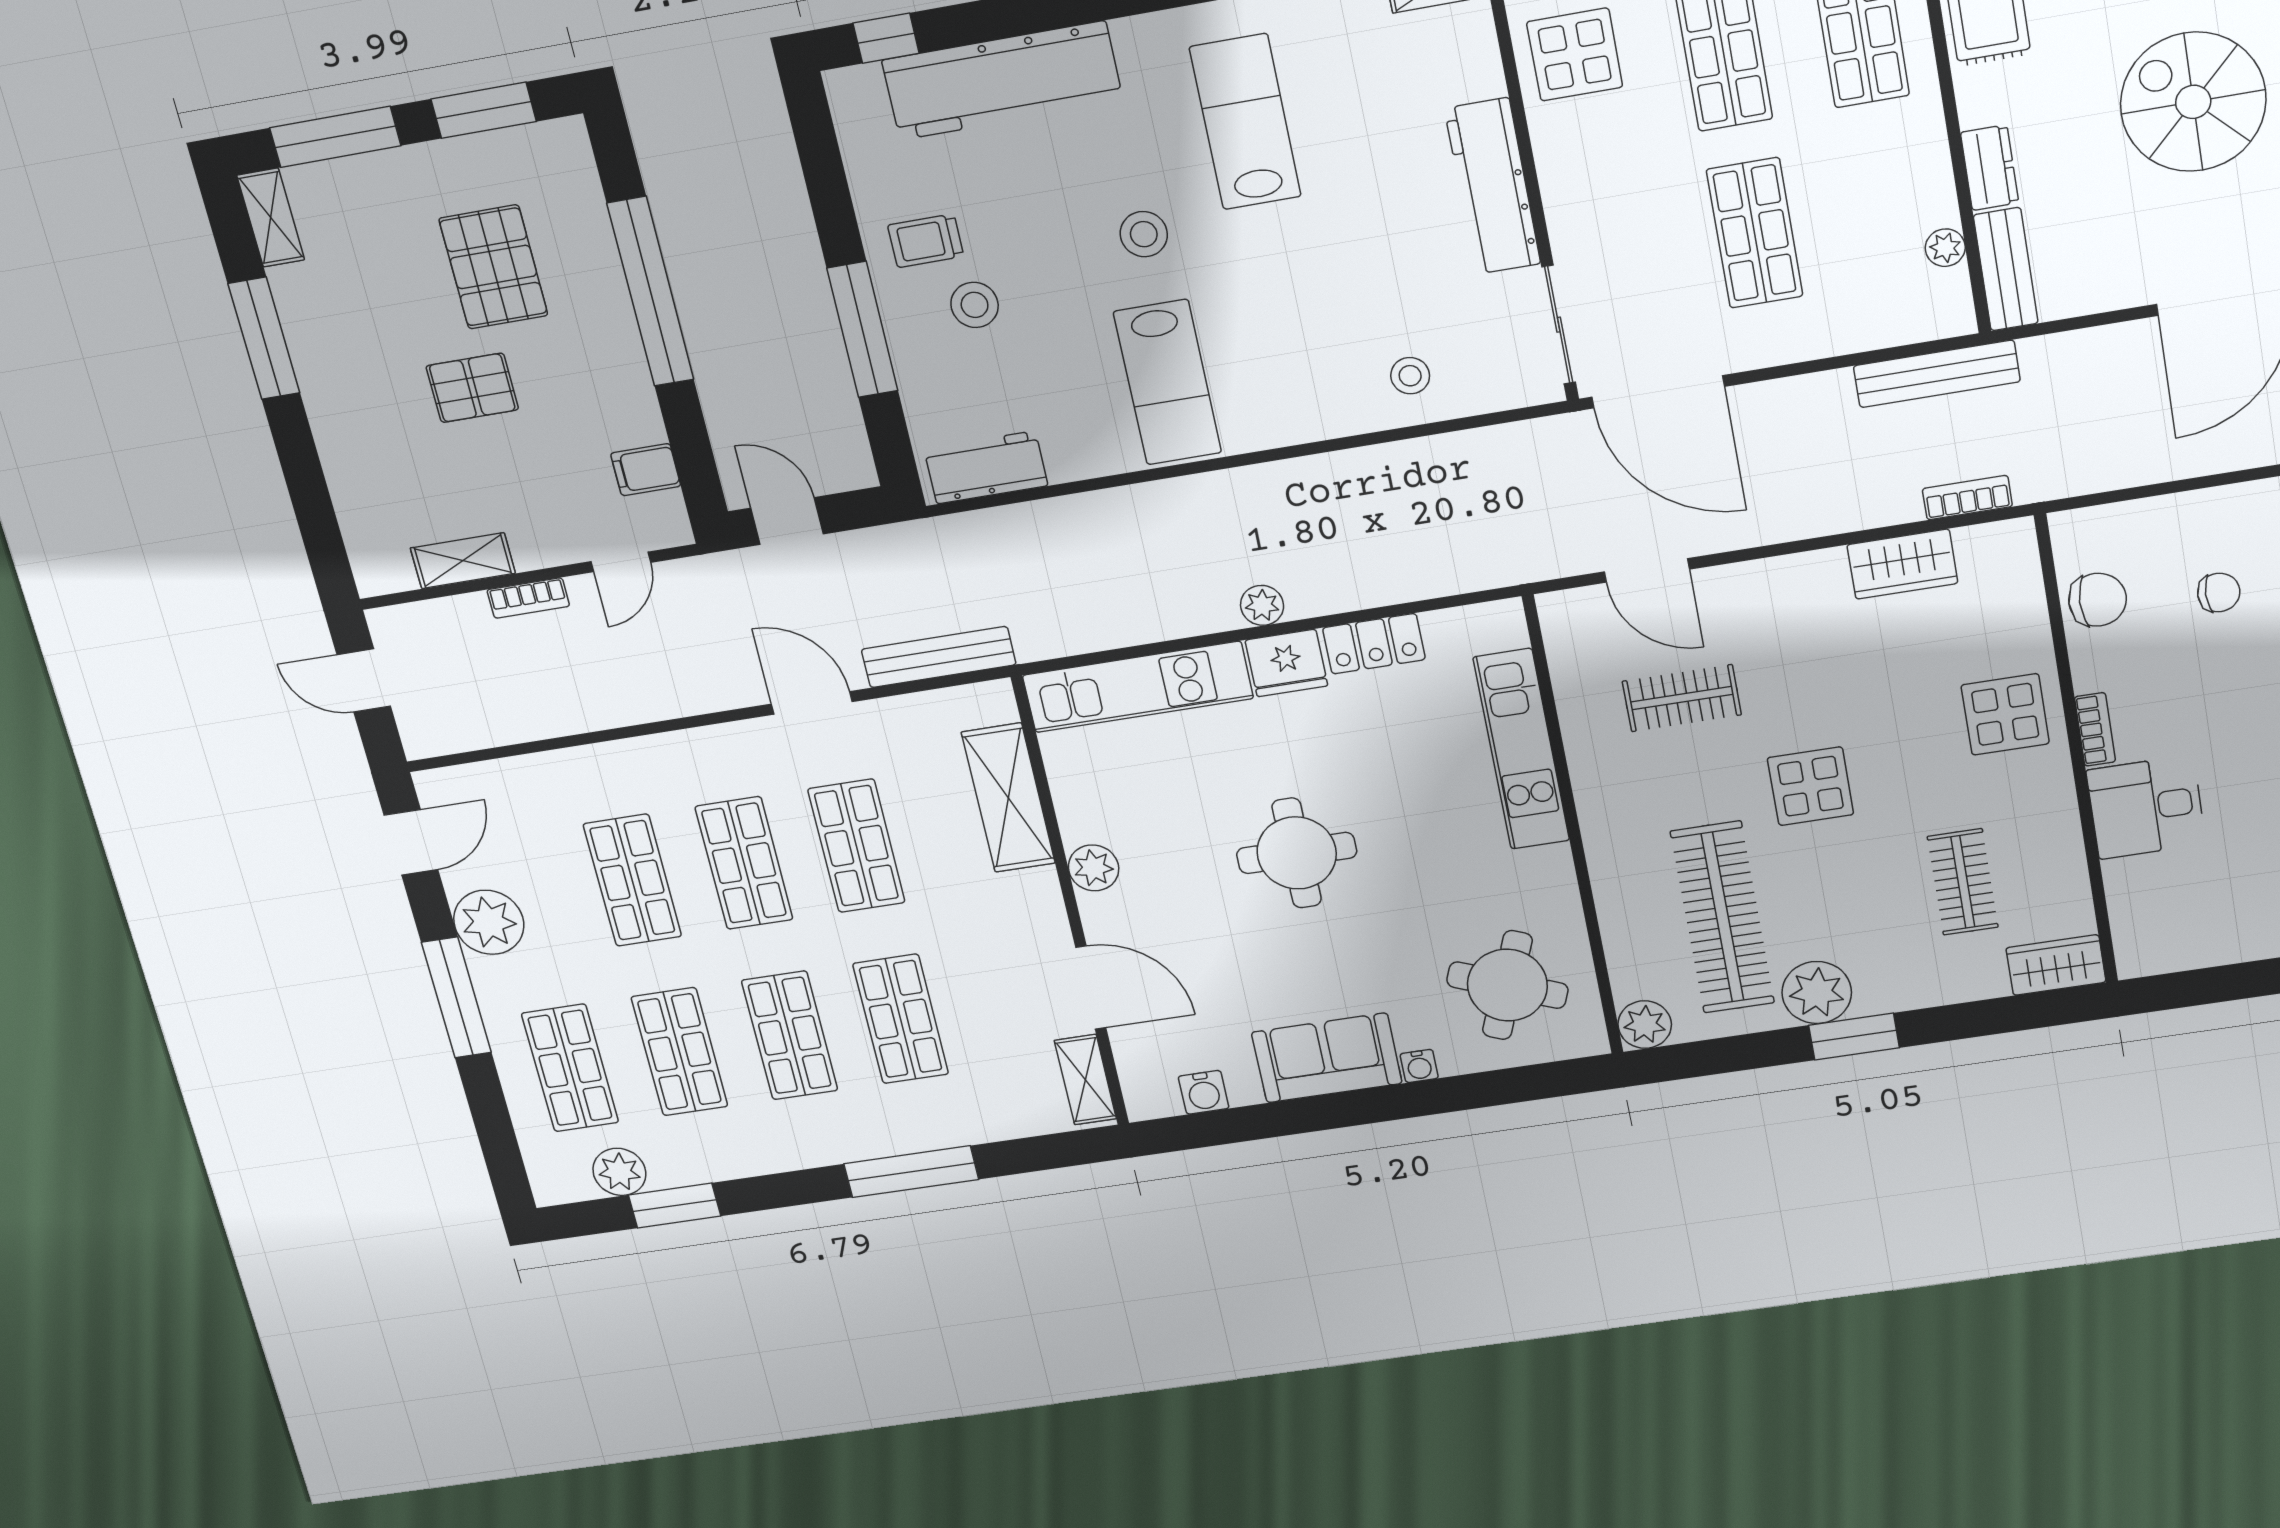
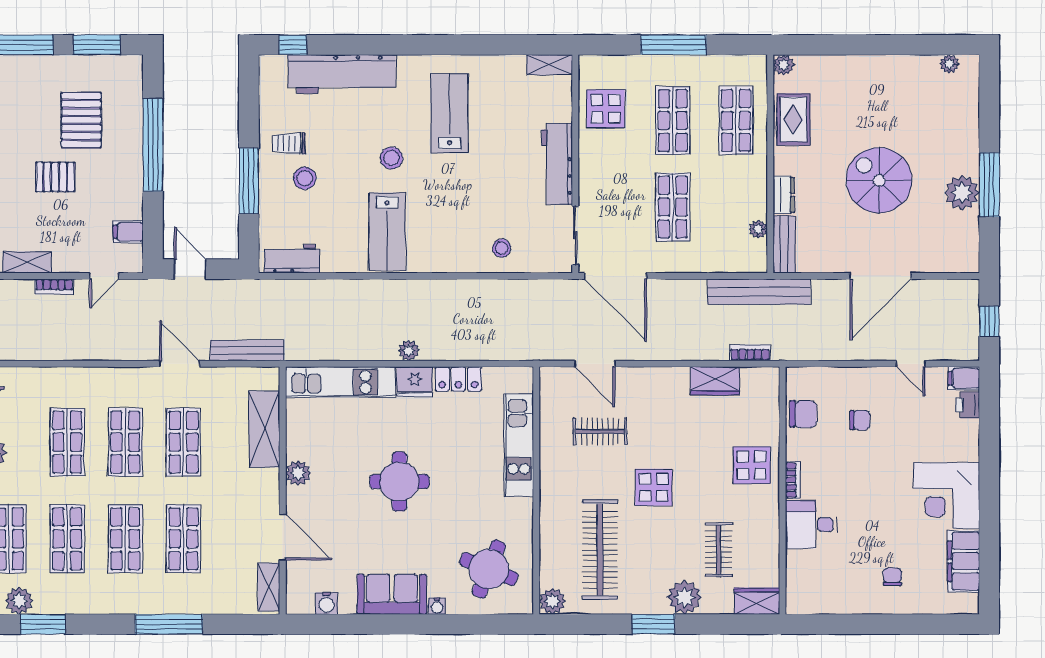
bench: (1937, 374) -> (759, 292), width x1.37, depth x1.21
plant: (1817, 993) -> (684, 597), moved

